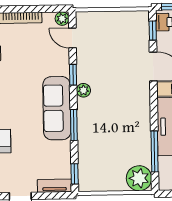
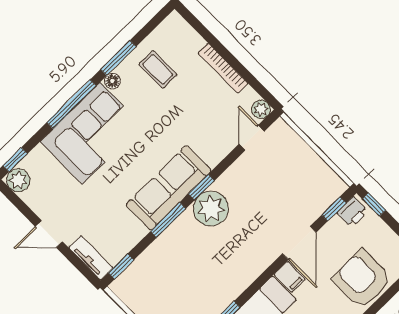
window: (73, 75) -> (201, 187), moved
plant: (83, 90) -> (211, 209), width x1.87, depth x1.87

